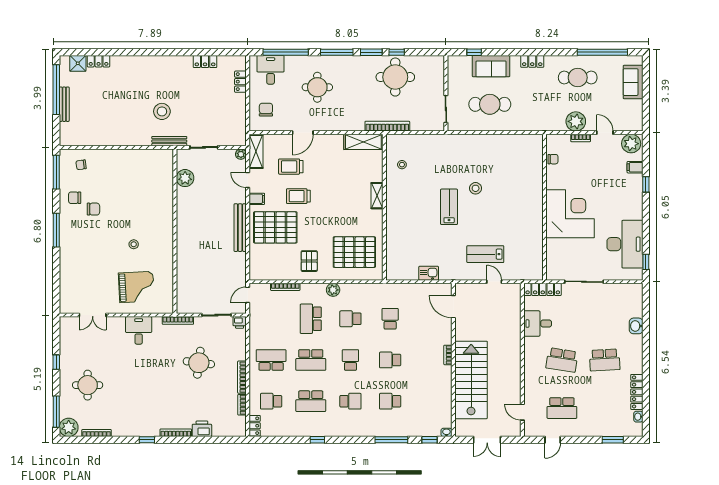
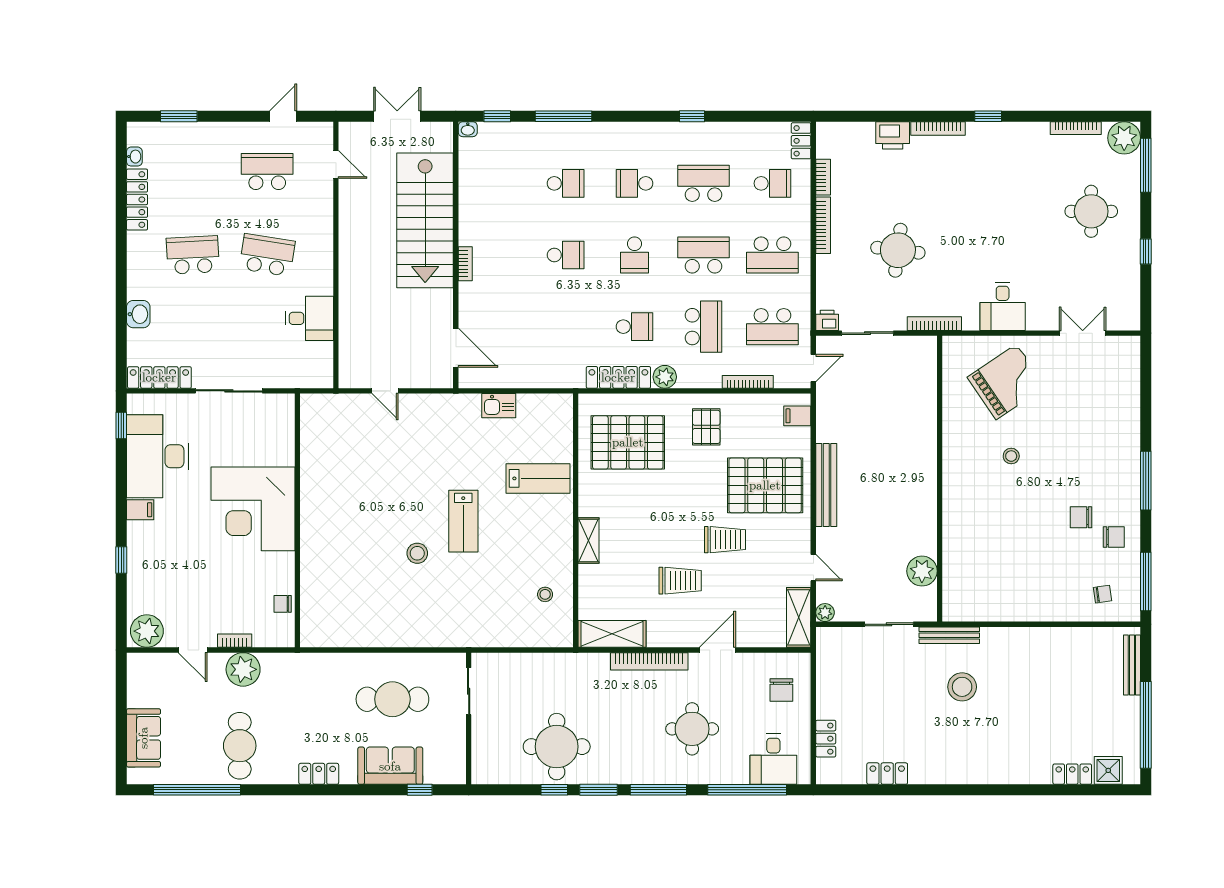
cafe table: (578, 78) -> (240, 746), turned 90
bench: (64, 104) -> (1132, 665), moved
bookcase: (387, 126) -> (649, 661), moved
trolley: (291, 167) -> (680, 581), moved
filing cabinet: (635, 167) -> (140, 510), moved
filing cabinet: (257, 199) -> (797, 416), moved
lab bench: (485, 254) -> (538, 478), moved
grand piano: (136, 287) -> (1006, 382), turned 149
locker: (543, 289) -> (159, 377), moved
locker: (360, 290) -> (618, 377), added
school desk: (390, 319) -> (772, 327), moved, width x1.85

